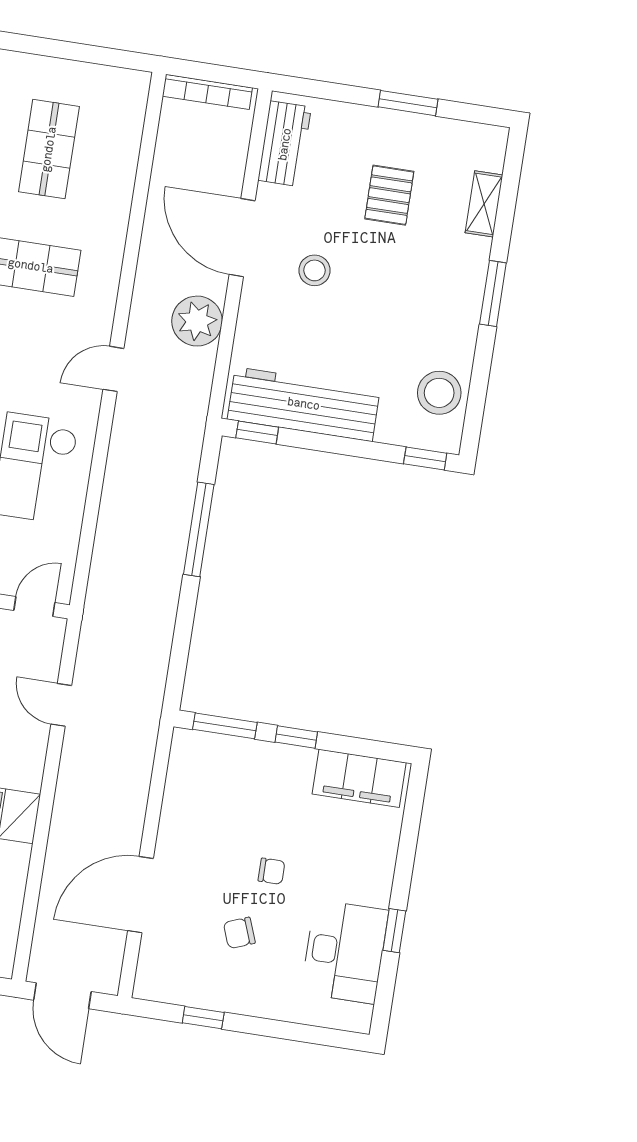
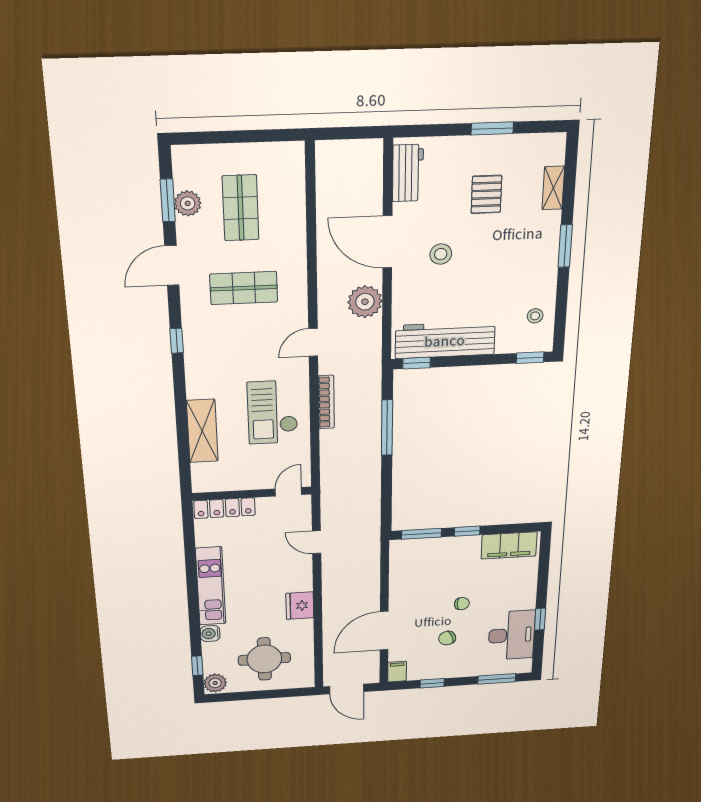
bookcase: (207, 92) -> (326, 402), moved, turned -90
stool: (439, 393) -> (535, 316), width x0.53, depth x0.53
filing cabinet: (149, 980) -> (397, 672), added
window: (311, 1034) -> (497, 679), added

